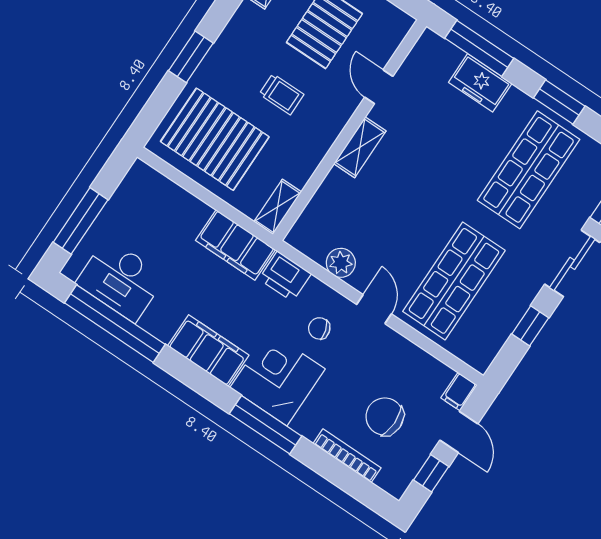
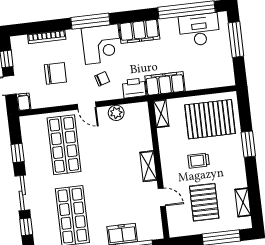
chair: (385, 417) -> (55, 73), moved

